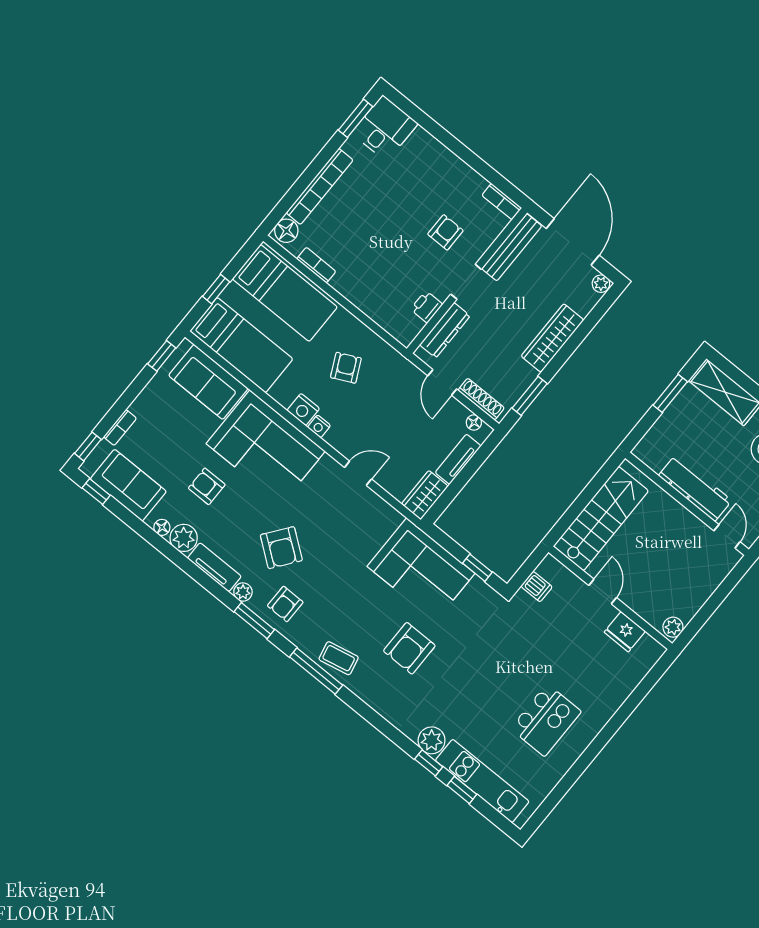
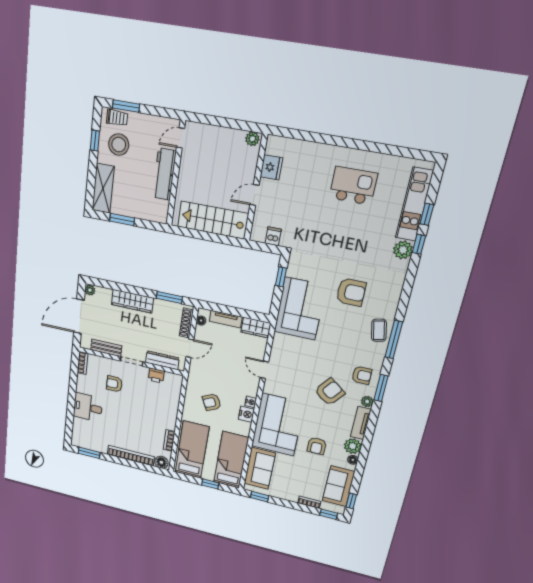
desk: (385, 128) -> (88, 407), moved
bench: (512, 247) -> (106, 348), width x0.73

